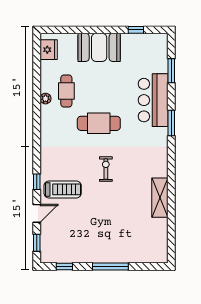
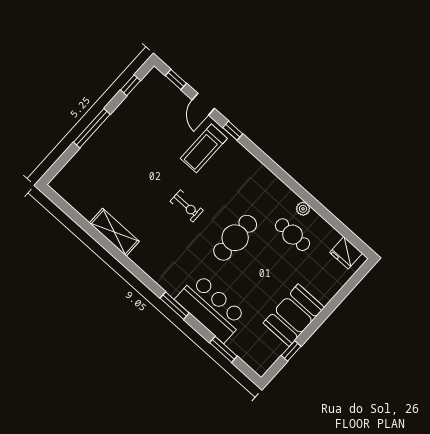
booth: (99, 47) -> (294, 315), moved

